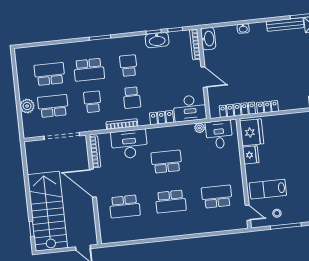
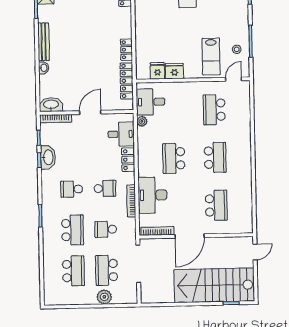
bench: (285, 24) -> (44, 42), moved
school desk: (50, 74) -> (73, 271), turned 180
desk: (190, 108) -> (121, 134), width x0.73
fridge: (252, 132) -> (157, 71), width x0.53, depth x0.75

